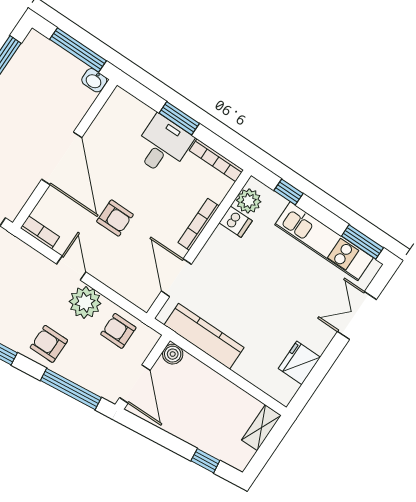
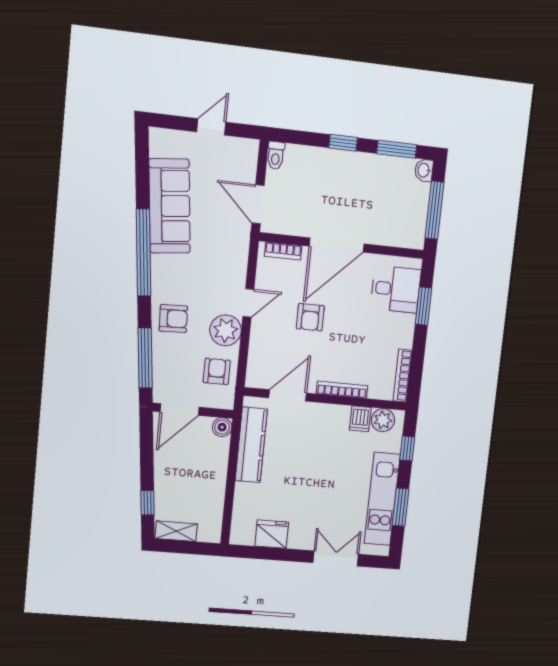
washbasin: (94, 80) -> (424, 170), moved
window: (179, 118) -> (424, 306), moved
desk: (163, 145) -> (396, 289), moved
bookcase: (40, 232) -> (283, 251), moved, turned 90
window: (362, 242) -> (401, 507), moved
armchair: (49, 344) -> (173, 319), turned 88
shelving: (261, 428) -> (176, 531), moved

